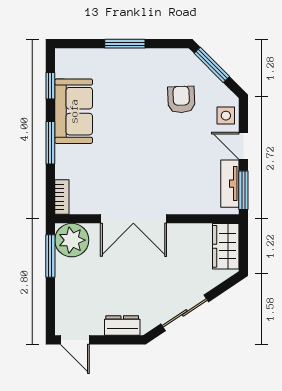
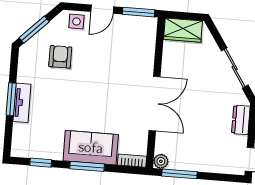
armchair: (181, 99) -> (60, 57), turned 92
sofa: (74, 111) -> (91, 148), moved
tv unit: (230, 184) -> (22, 103), moved, turned -90
plant: (72, 240) -> (161, 161), width x0.53, depth x0.53

